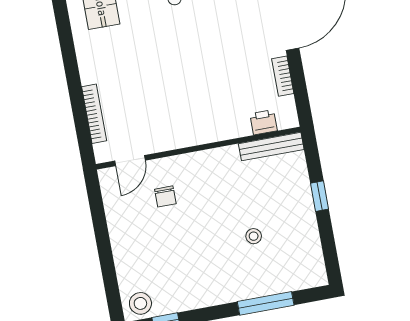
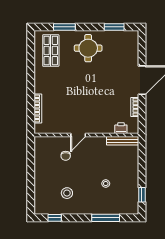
door: (130, 161) -> (78, 135), moved
window: (320, 196) -> (142, 195), moved
stool: (140, 303) -> (67, 193), moved

